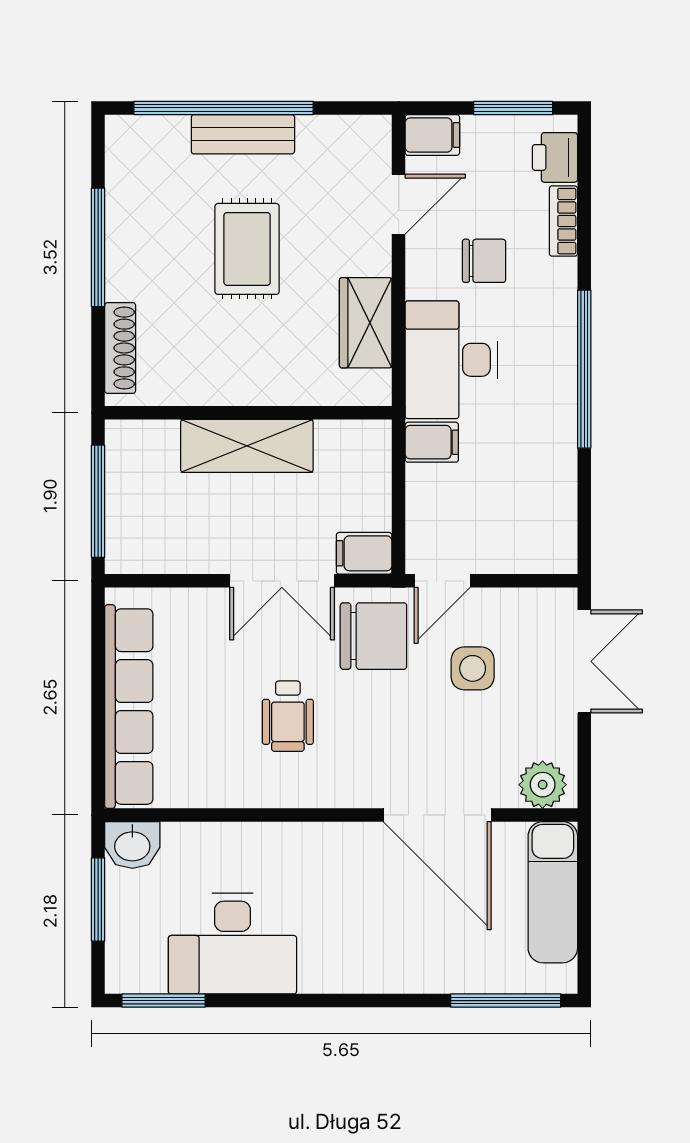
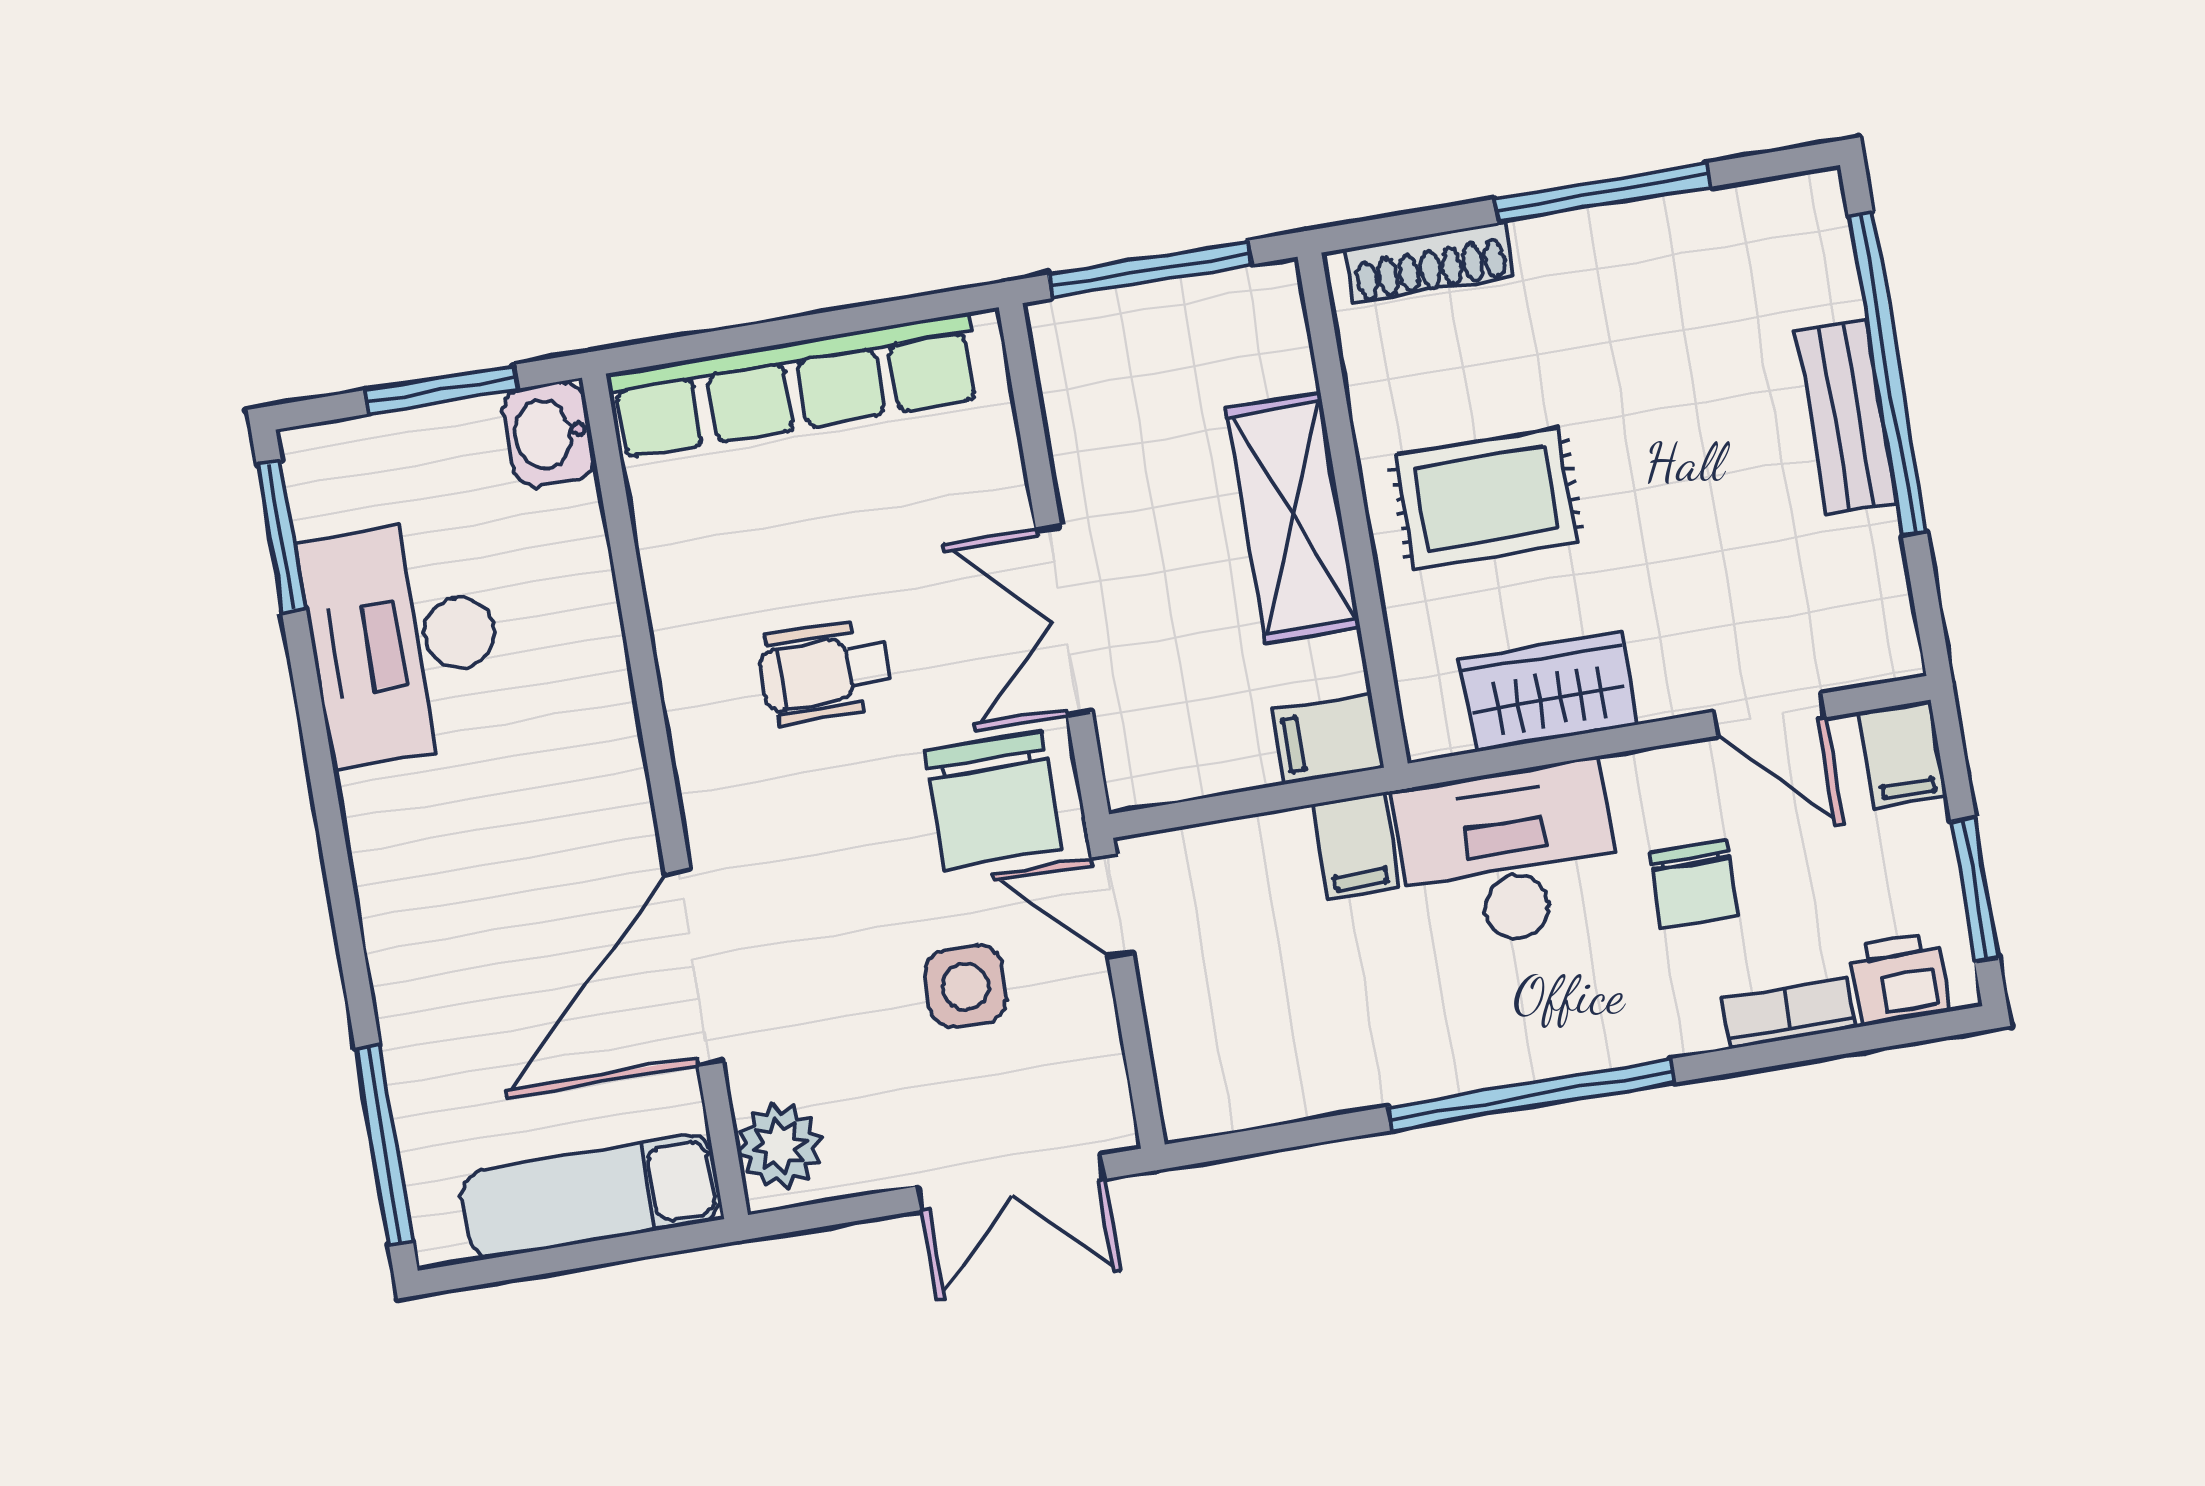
rug: (247, 249) -> (1486, 498), moved
filing cabinet: (364, 553) -> (1328, 739), moved, turned -90

